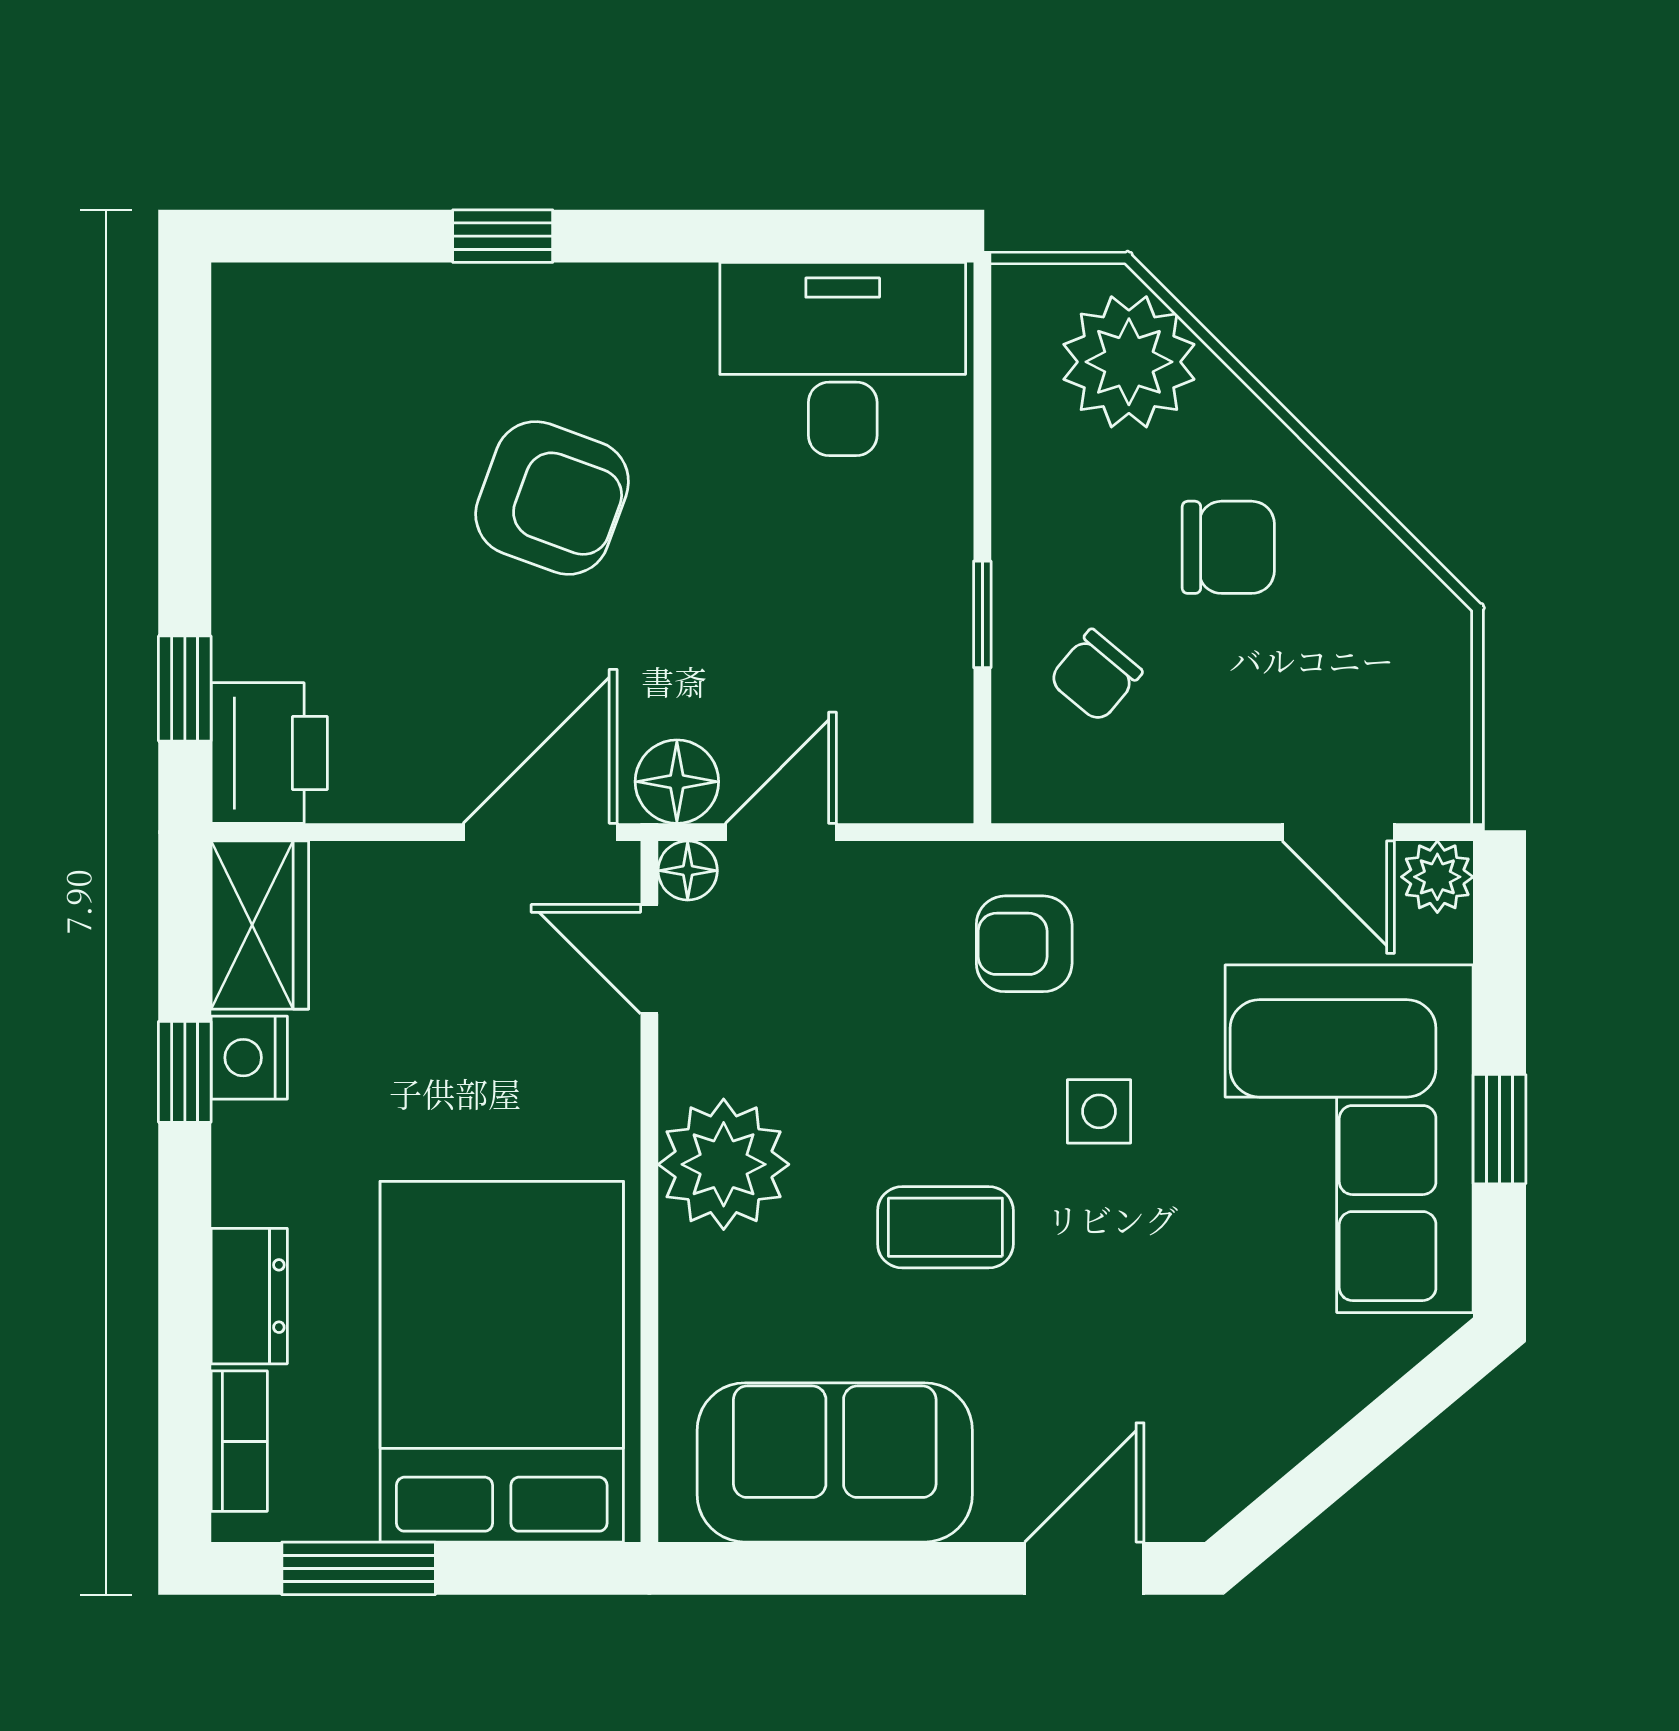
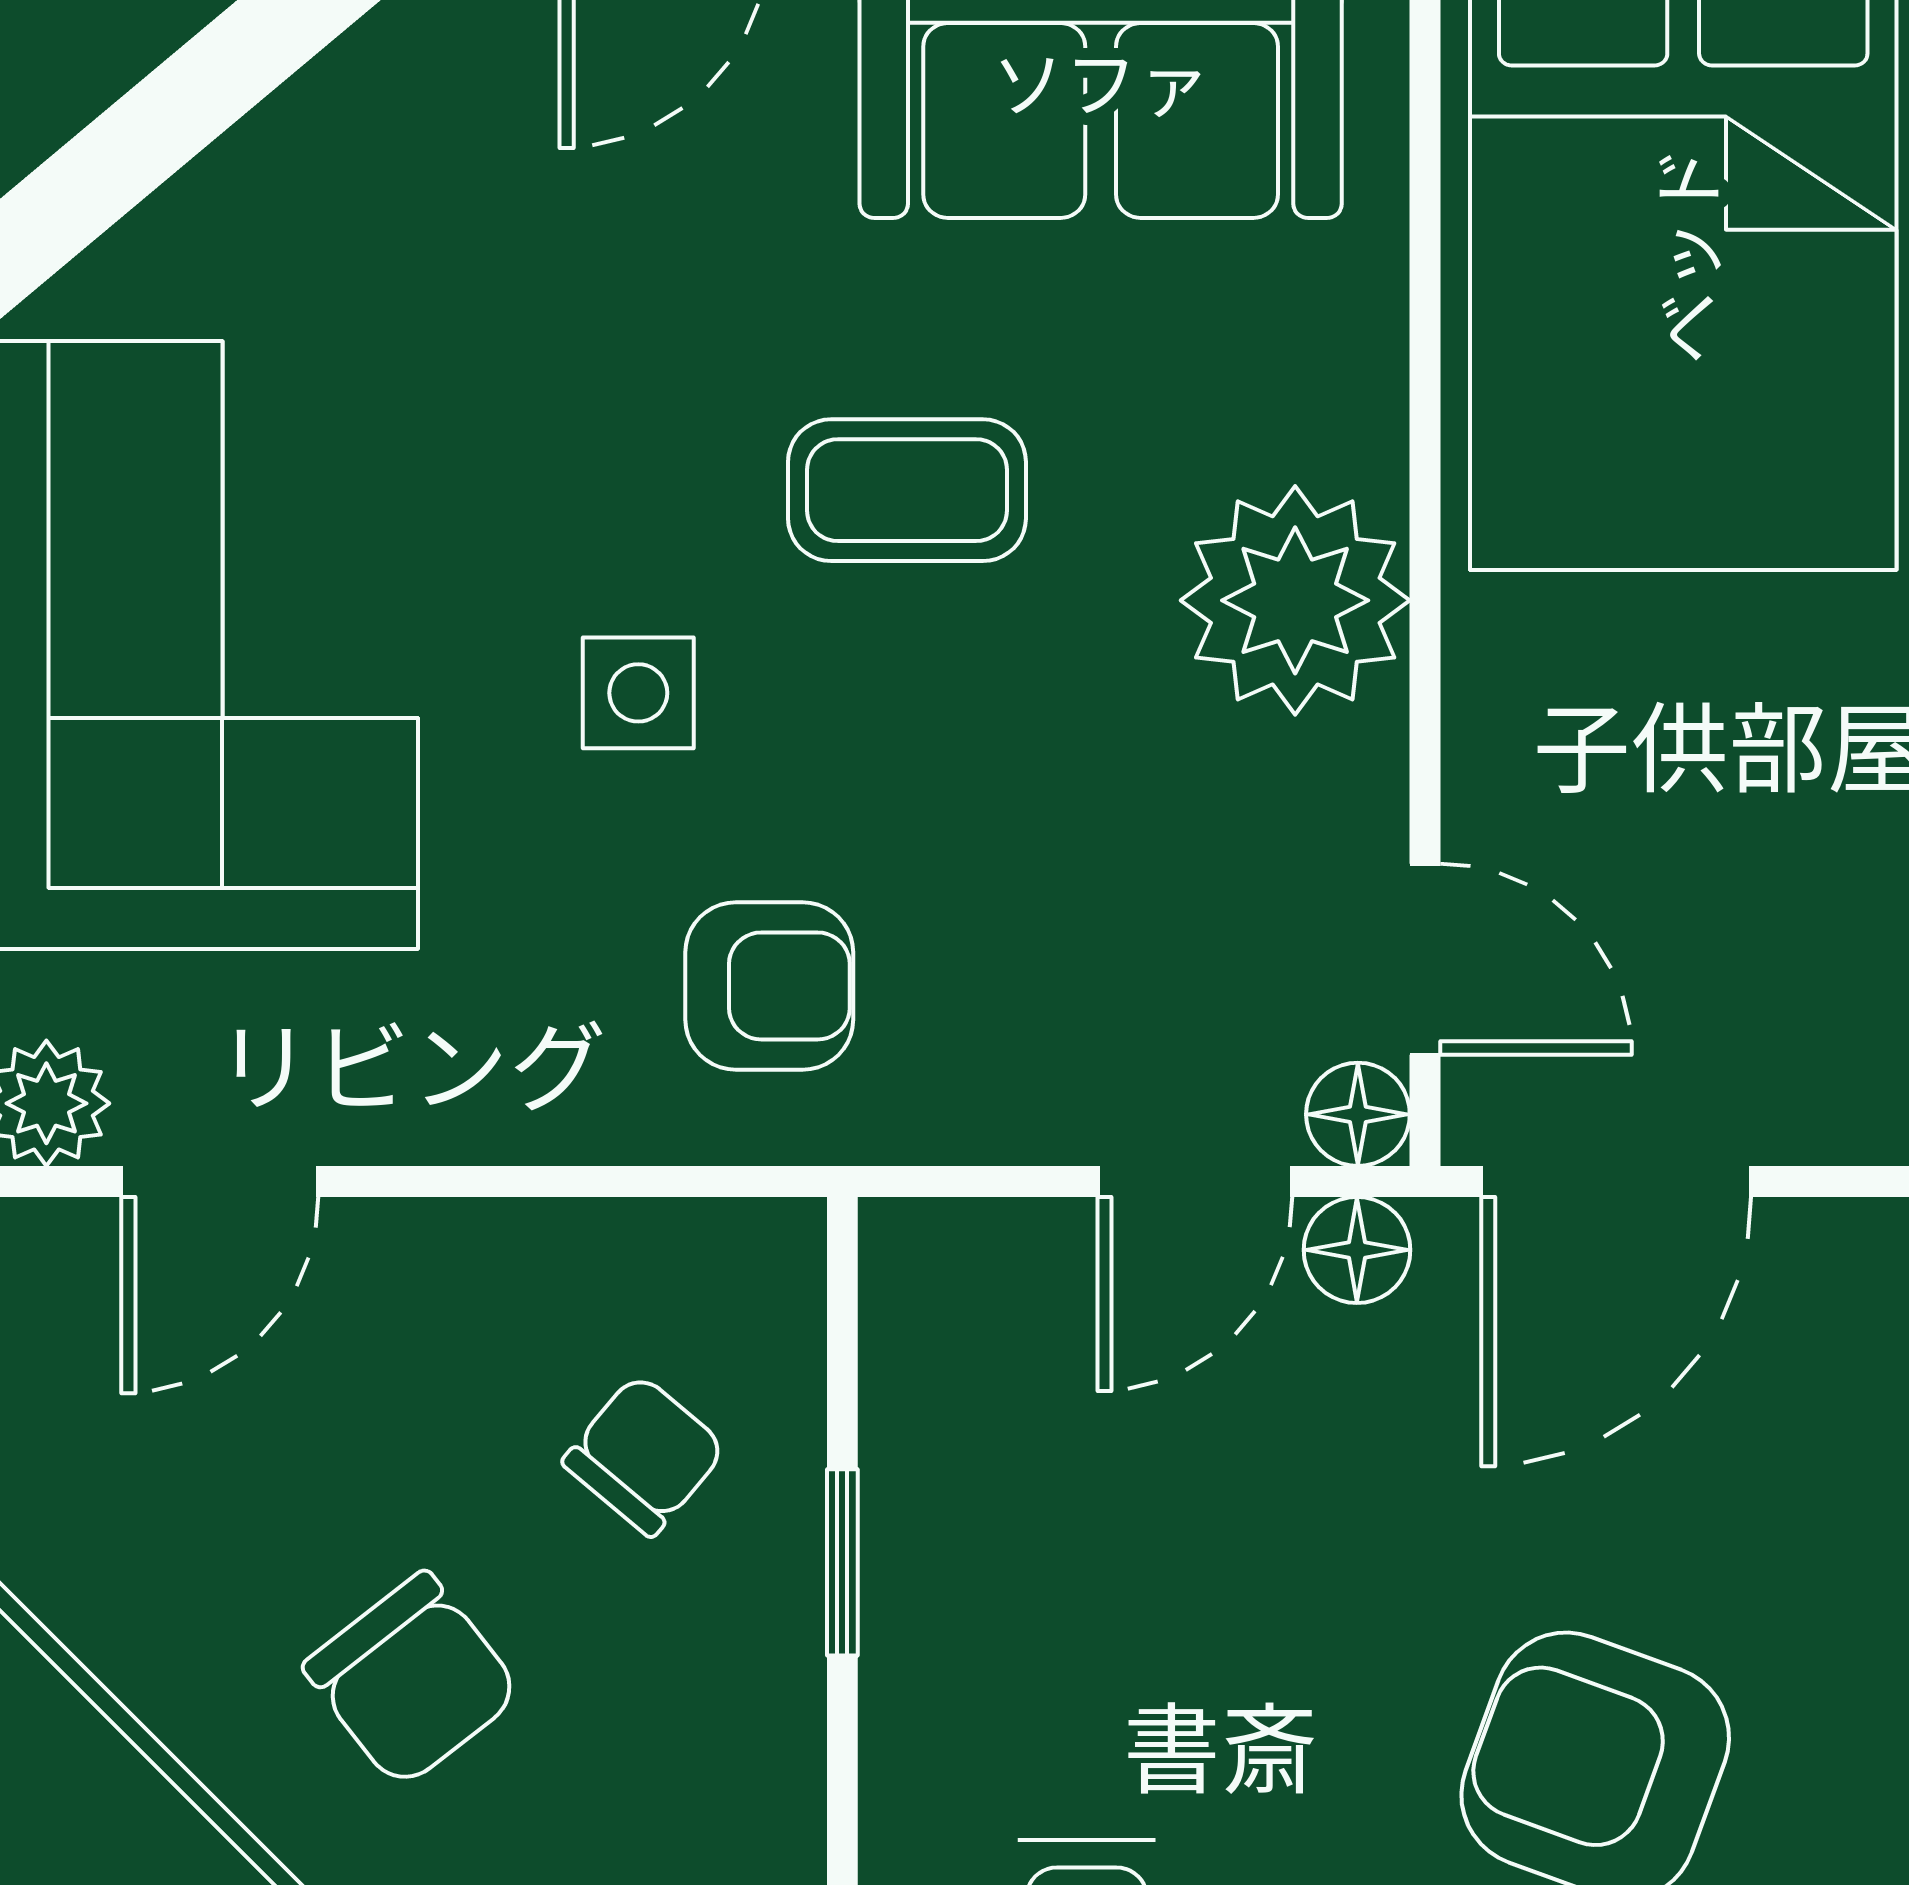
chair: (1228, 547) -> (412, 1680), turned -128
floor lamp: (677, 782) -> (1357, 1250), width x0.73, depth x0.73
door: (1338, 832) -> (220, 1181), swing flipped

